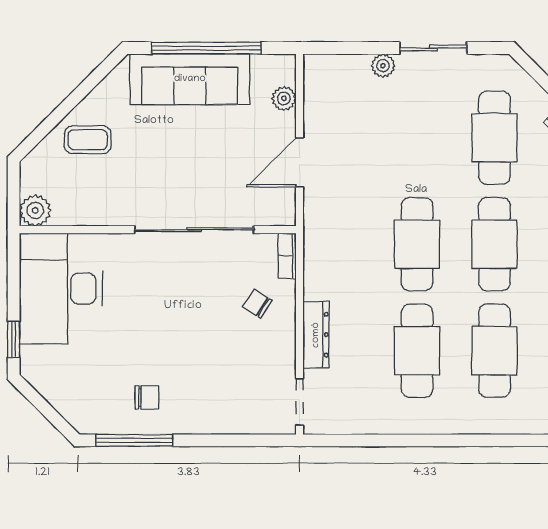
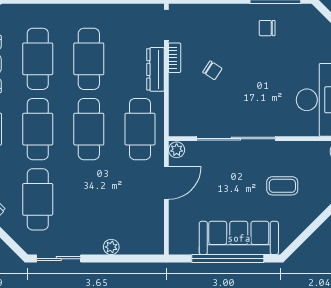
sliding door: (433, 48) -> (59, 259), moved
plant: (284, 98) -> (177, 150), moved
coffee table: (88, 140) -> (282, 186), moved
cafe table: (339, 244) -> (140, 129), added
bookcase: (287, 256) -> (175, 58), moved
chair: (257, 304) -> (212, 70), moved

